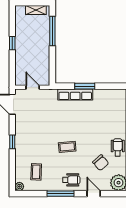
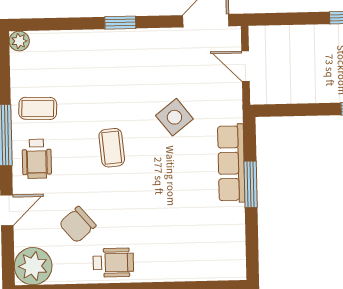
door: (33, 87) -> (245, 66), swing flipped
side table: (54, 119) -> (174, 117), added
coffee table: (36, 172) -> (38, 108), moved

